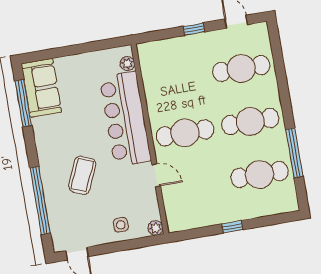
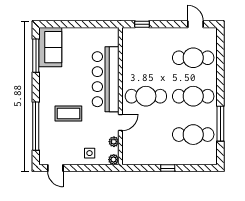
window: (194, 29) -> (142, 24), moved
plant: (127, 63) -> (114, 142), moved
coffee table: (82, 175) -> (68, 113), turned 67
door: (156, 175) -> (120, 122), hinge flipped

